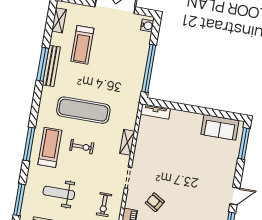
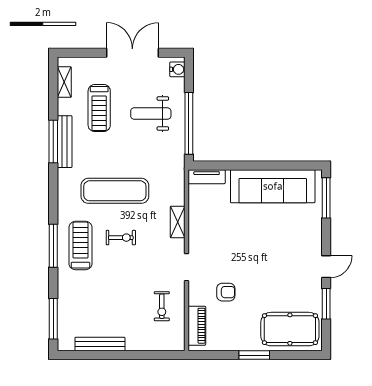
sofa: (220, 127) -> (273, 186), width x1.85, depth x1.27
weight bench: (59, 193) -> (151, 113), moved
armchair: (155, 202) -> (226, 292), turned 149

